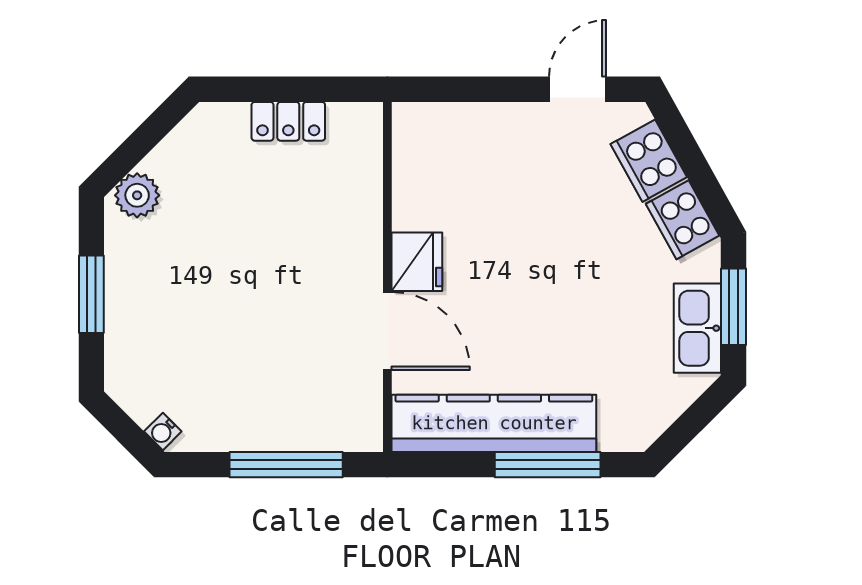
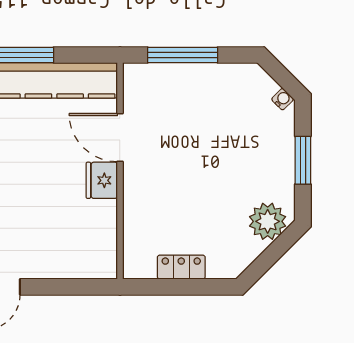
plant: (137, 195) -> (268, 221), width x1.36, depth x1.36
water cooler: (163, 431) -> (283, 99), moved

